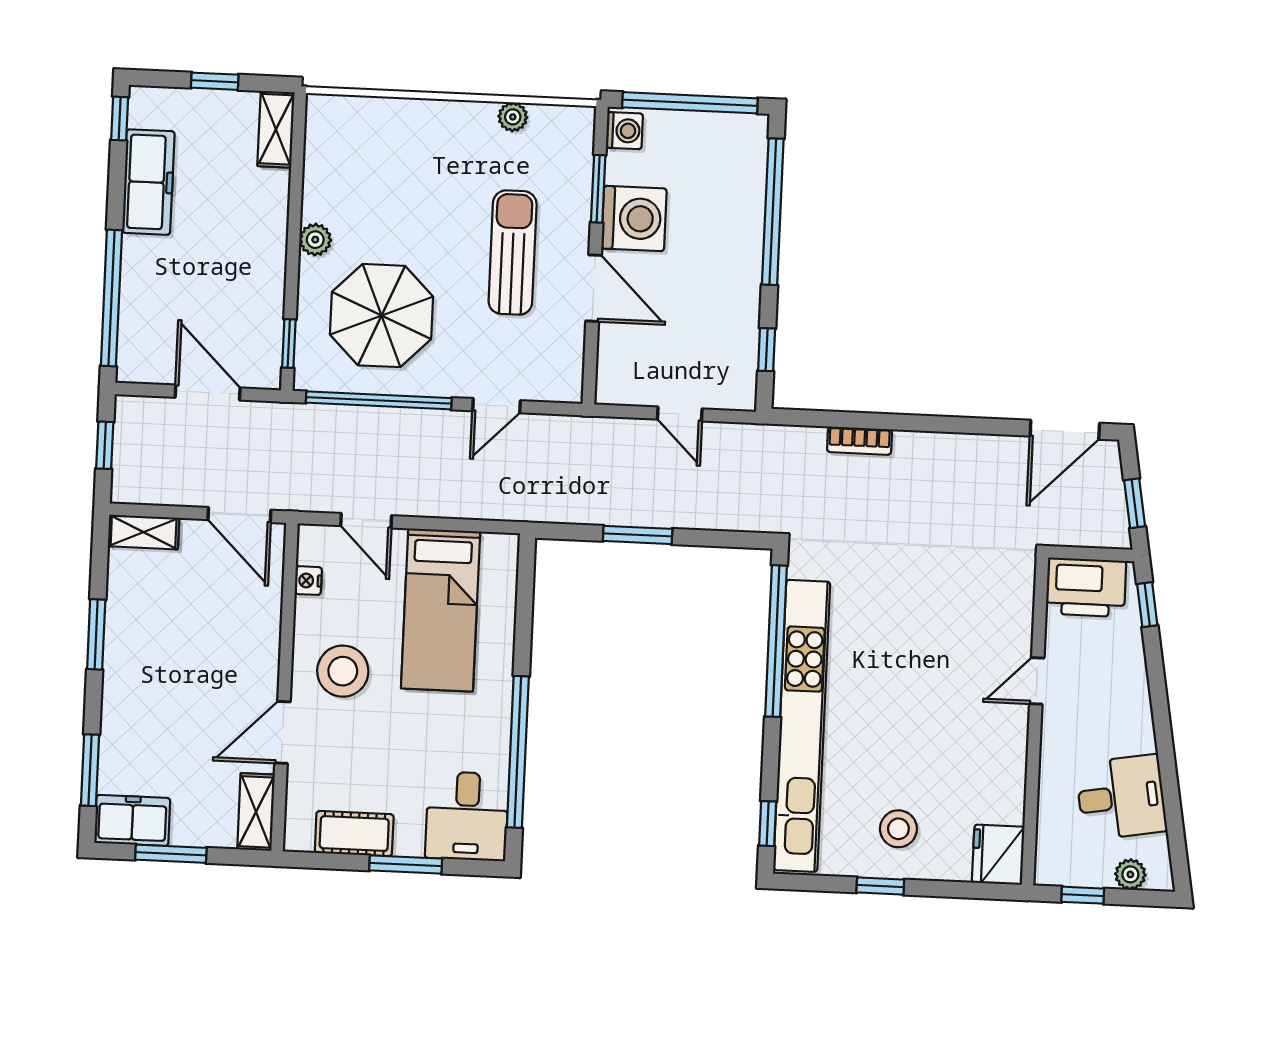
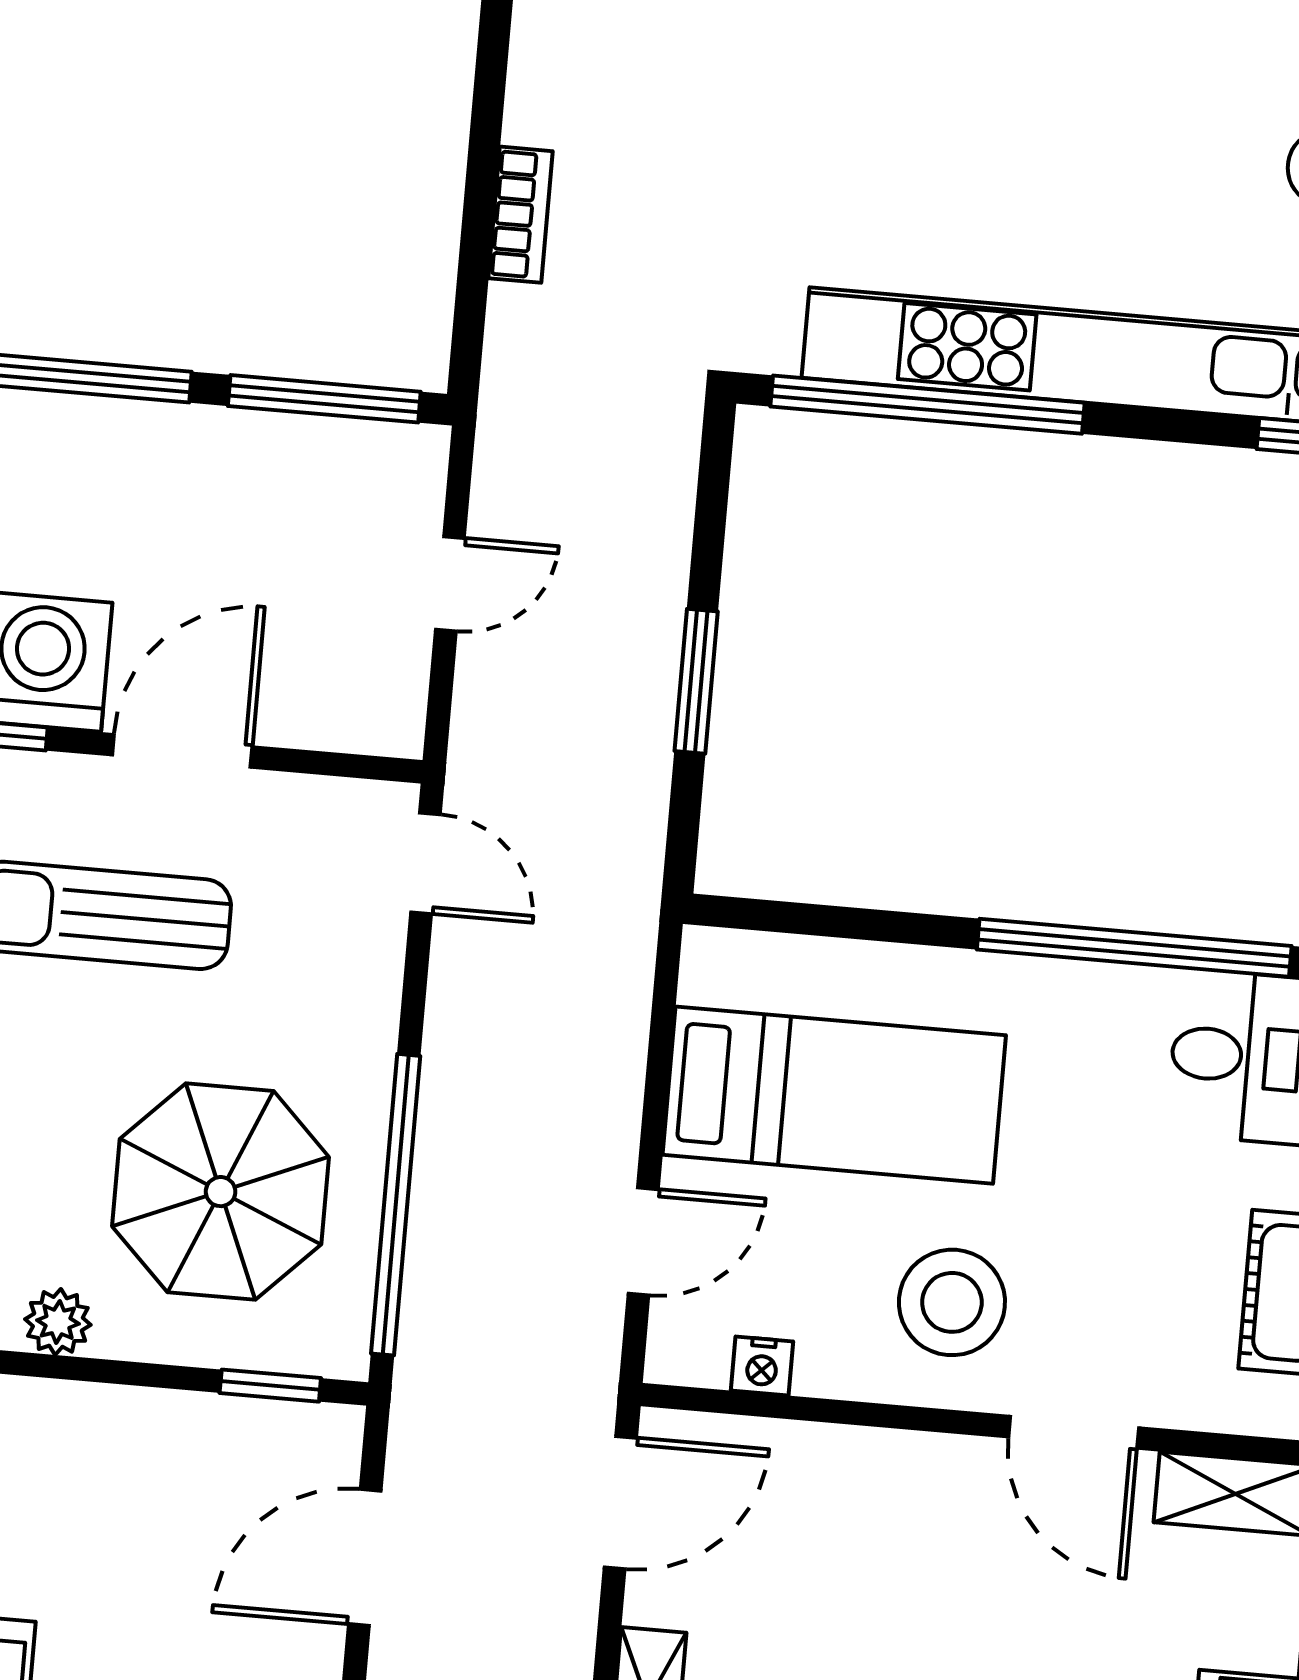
window: (767, 350) -> (324, 399), width x2.17
door: (496, 406) -> (425, 863), moved

